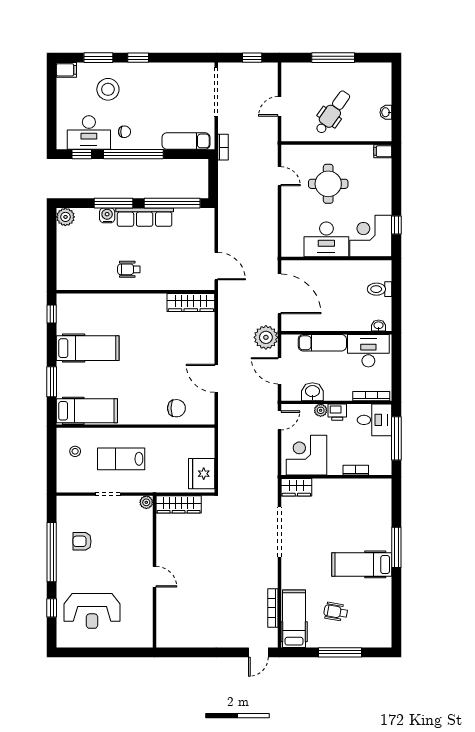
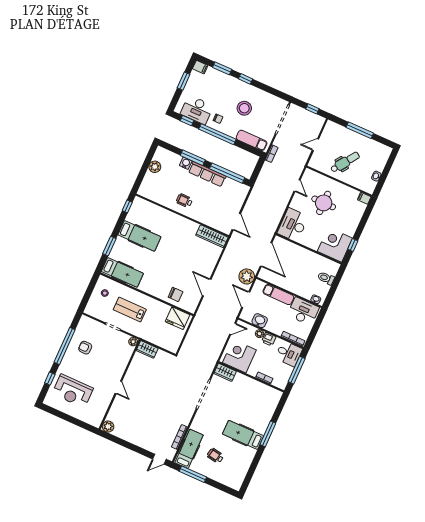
stool: (108, 89) -> (244, 108), moved
window: (52, 100) -> (184, 81), added
plant: (65, 217) -> (155, 167), moved
desk: (326, 239) -> (293, 225), moved, turned 90
fridge: (202, 474) -> (178, 318), moved, turned -90
wardrobe: (179, 504) -> (147, 349), width x0.67
plant: (165, 639) -> (108, 427), added
window: (340, 652) -> (193, 474), moved

